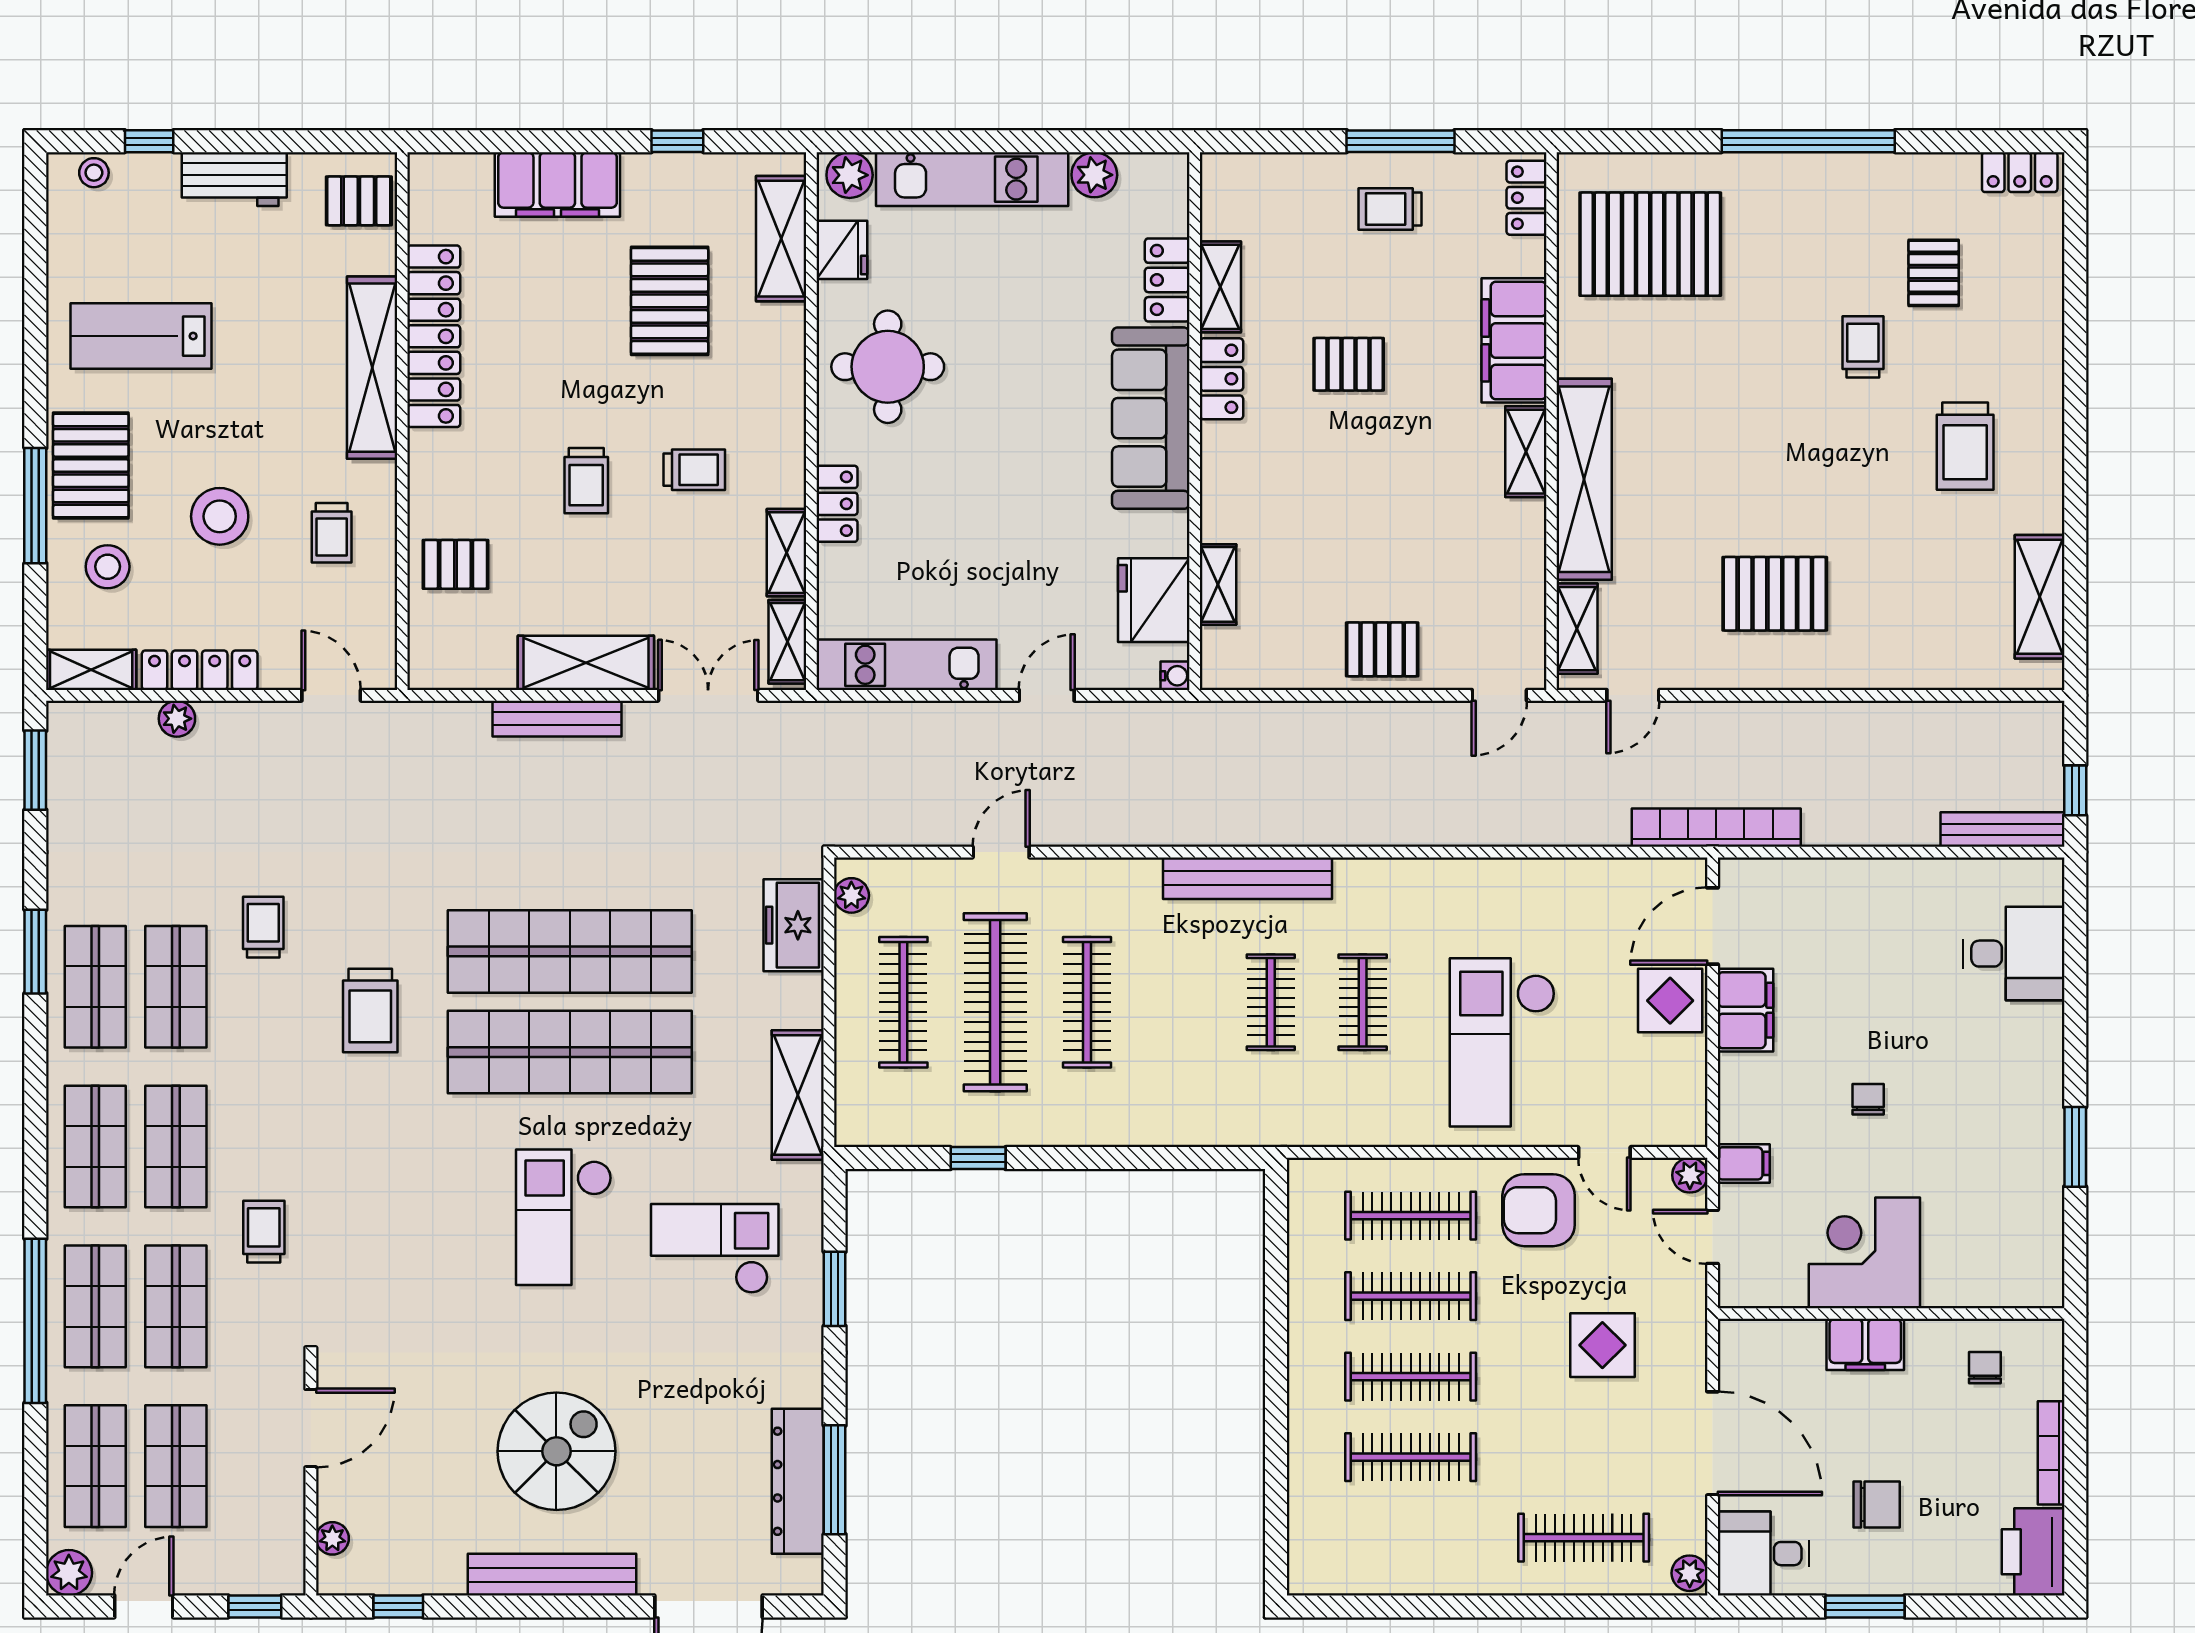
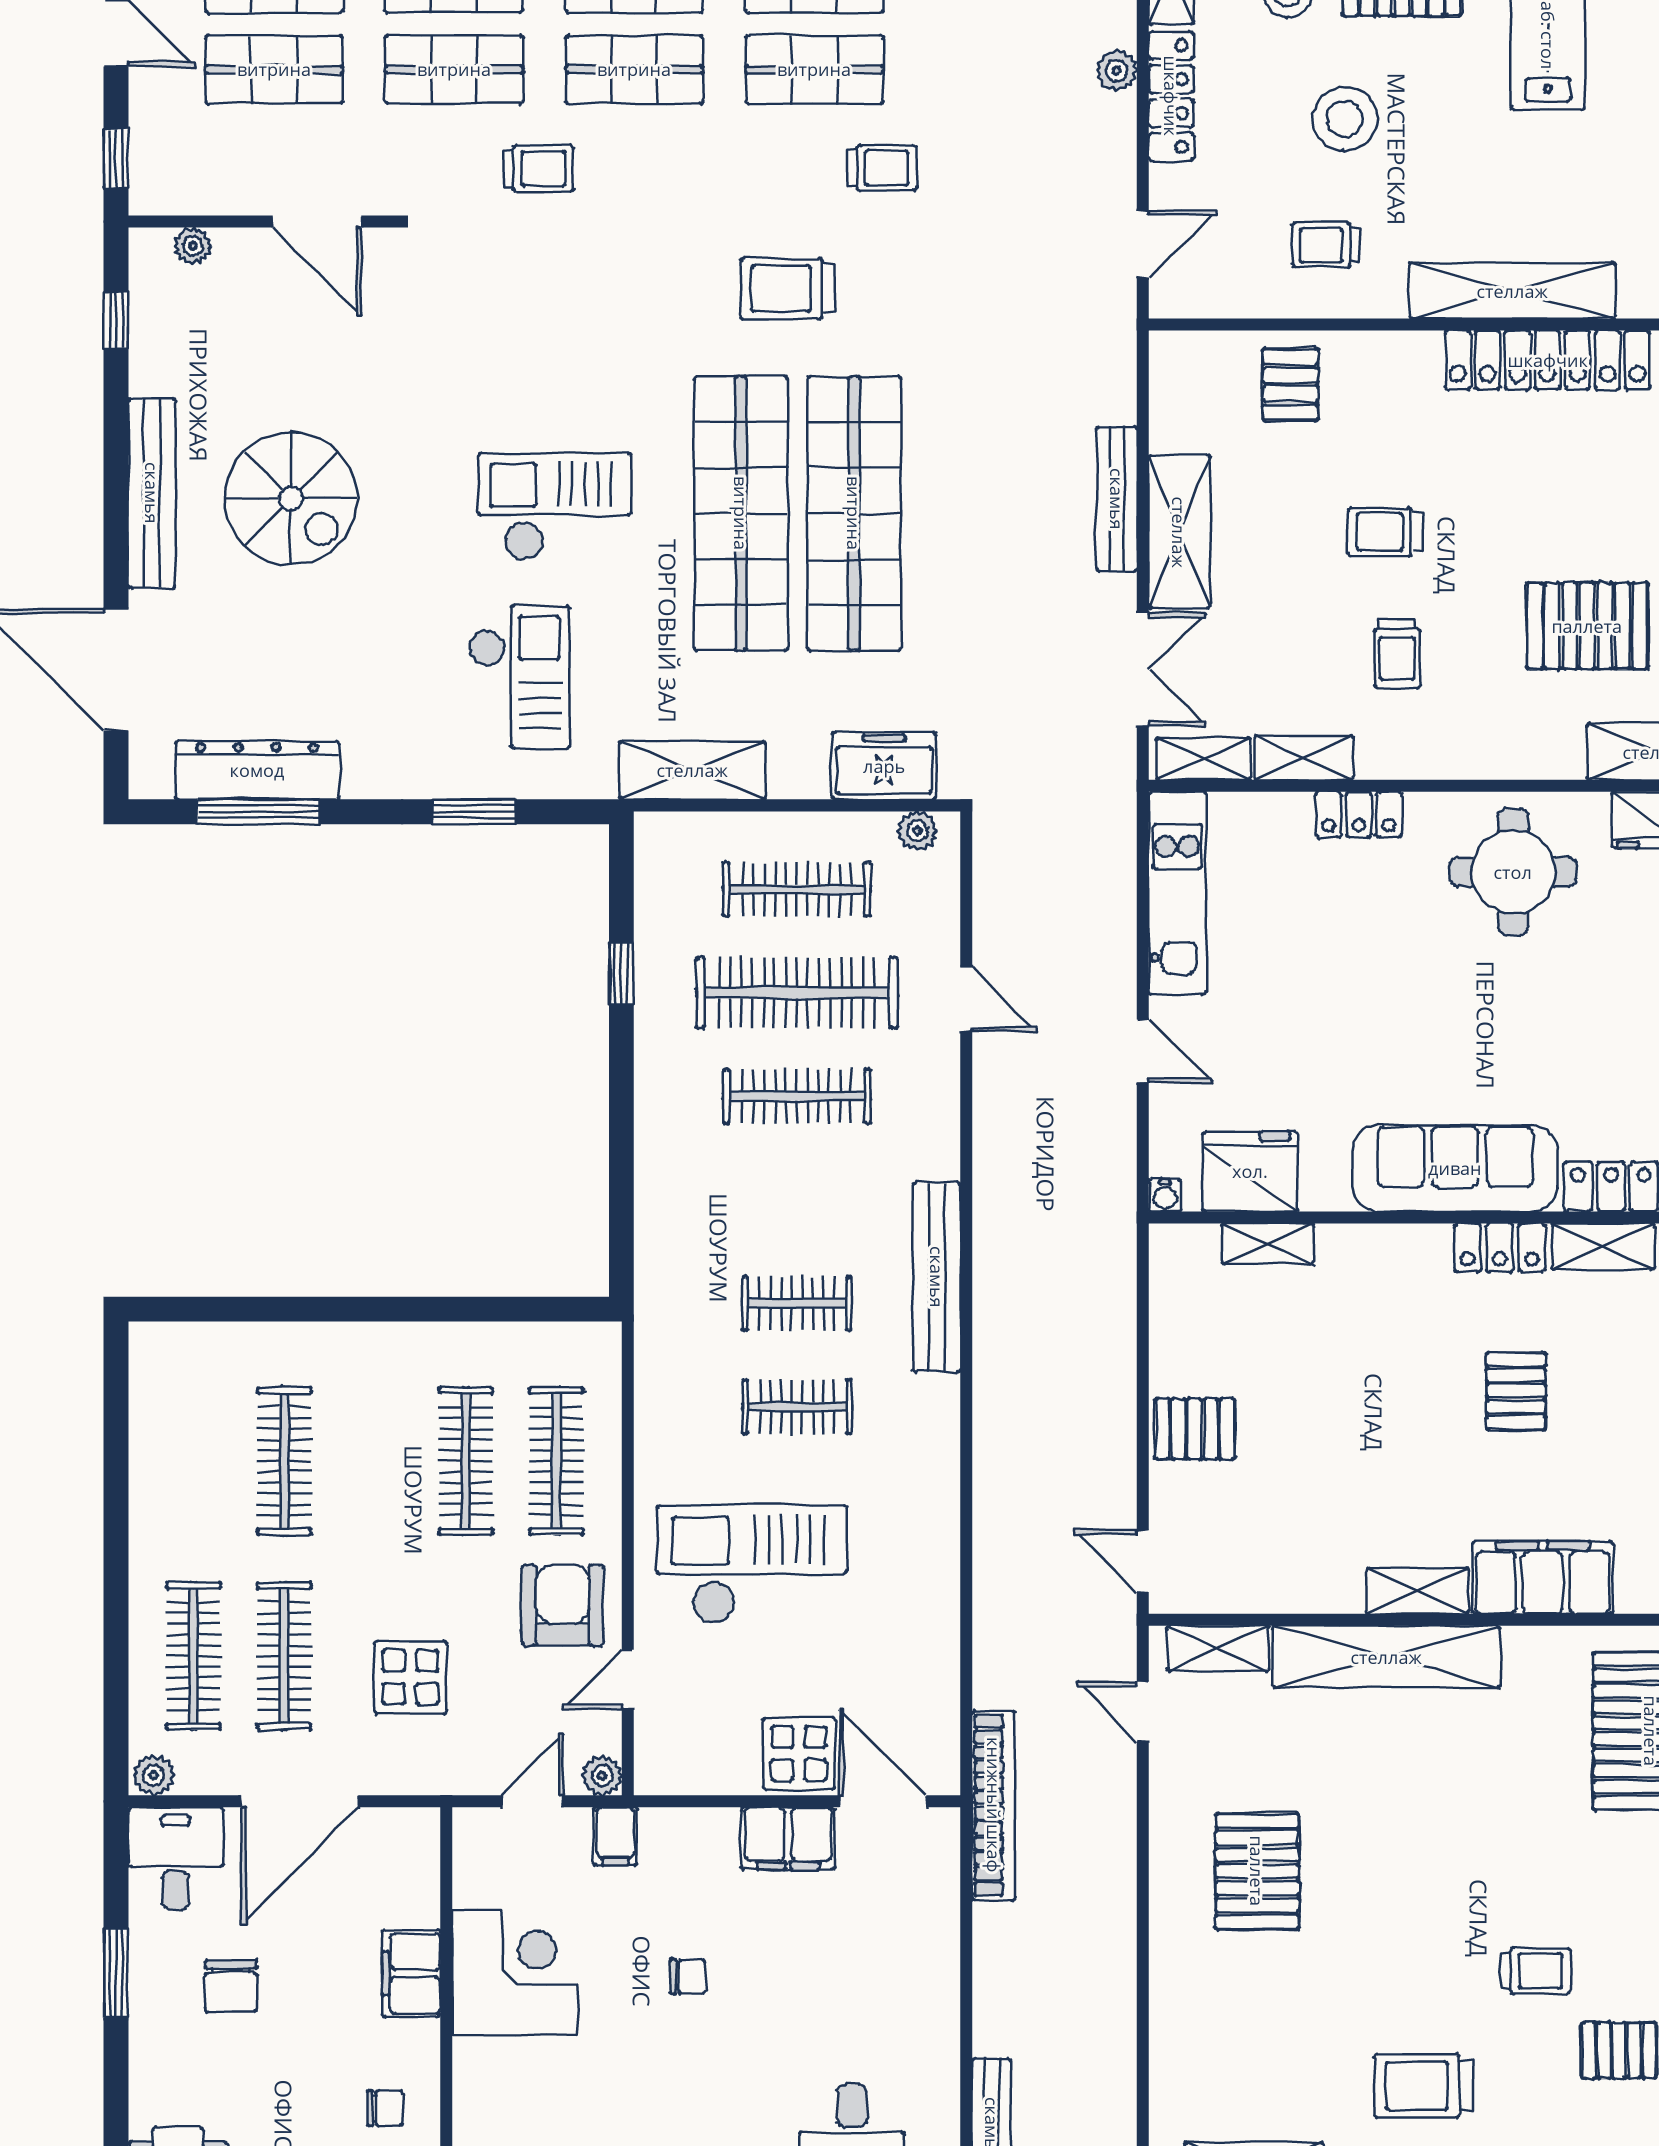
pallet: (1382, 649) -> (1195, 1429), turned 90
clothes rail: (1411, 1377) -> (284, 1656), moved

